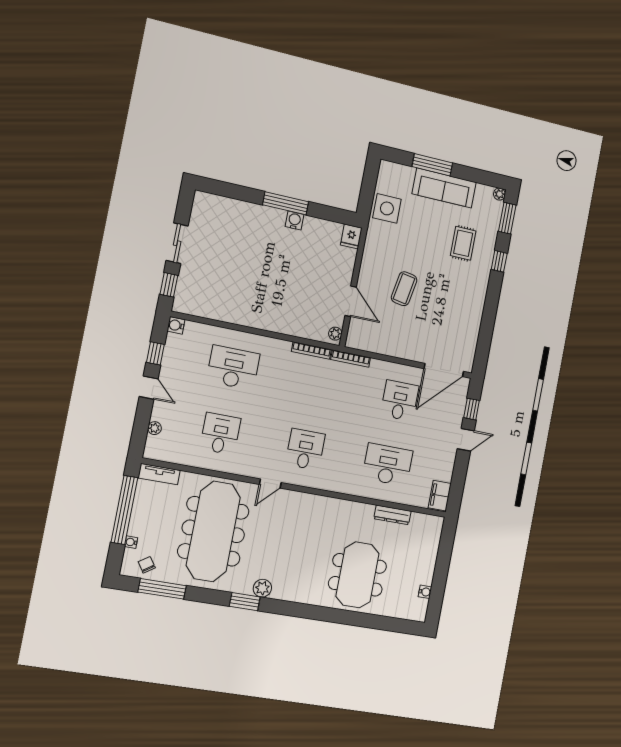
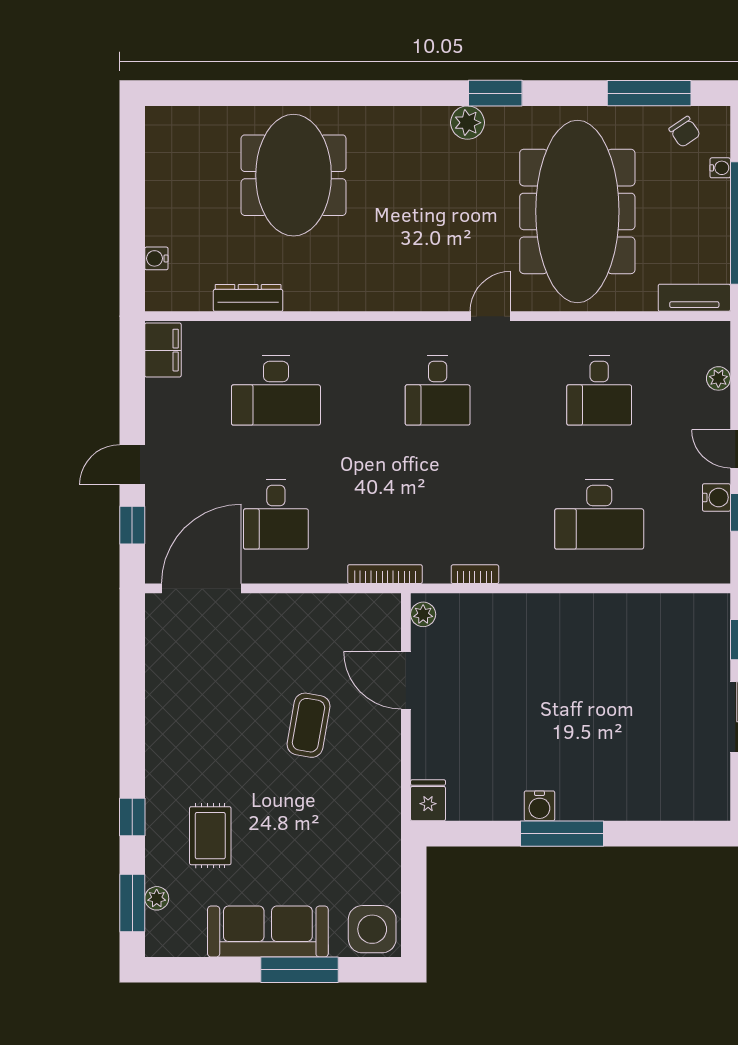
plant: (499, 194) -> (157, 898), moved
side table: (387, 208) -> (372, 929), moved
water cooler: (176, 325) -> (716, 497), moved
bookcase: (311, 351) -> (475, 574), width x0.64
water cooler: (425, 592) -> (156, 258), moved

